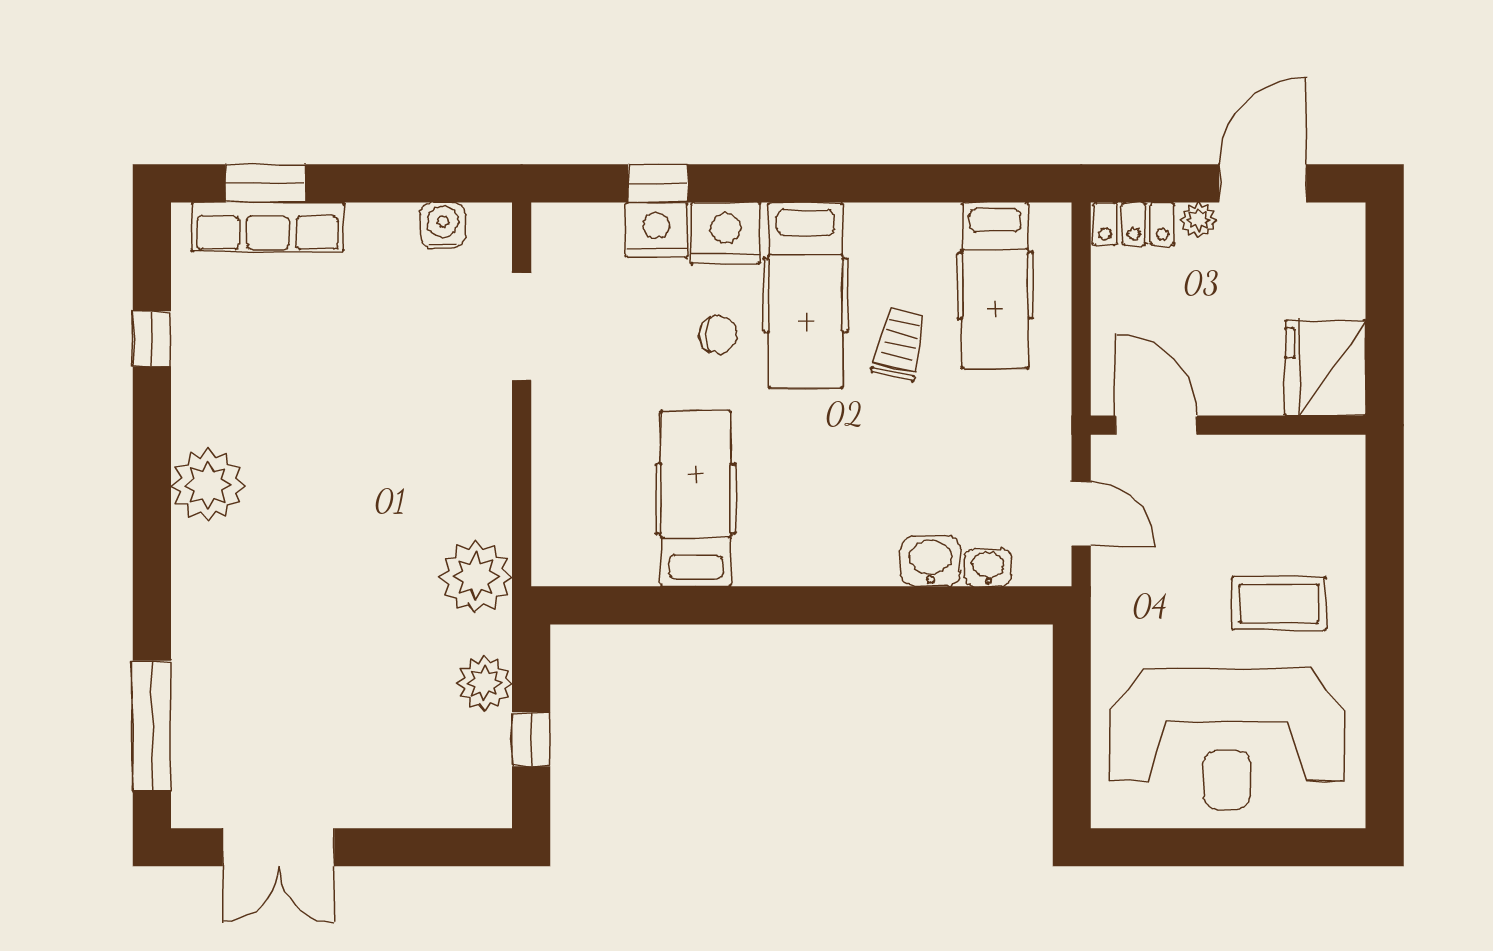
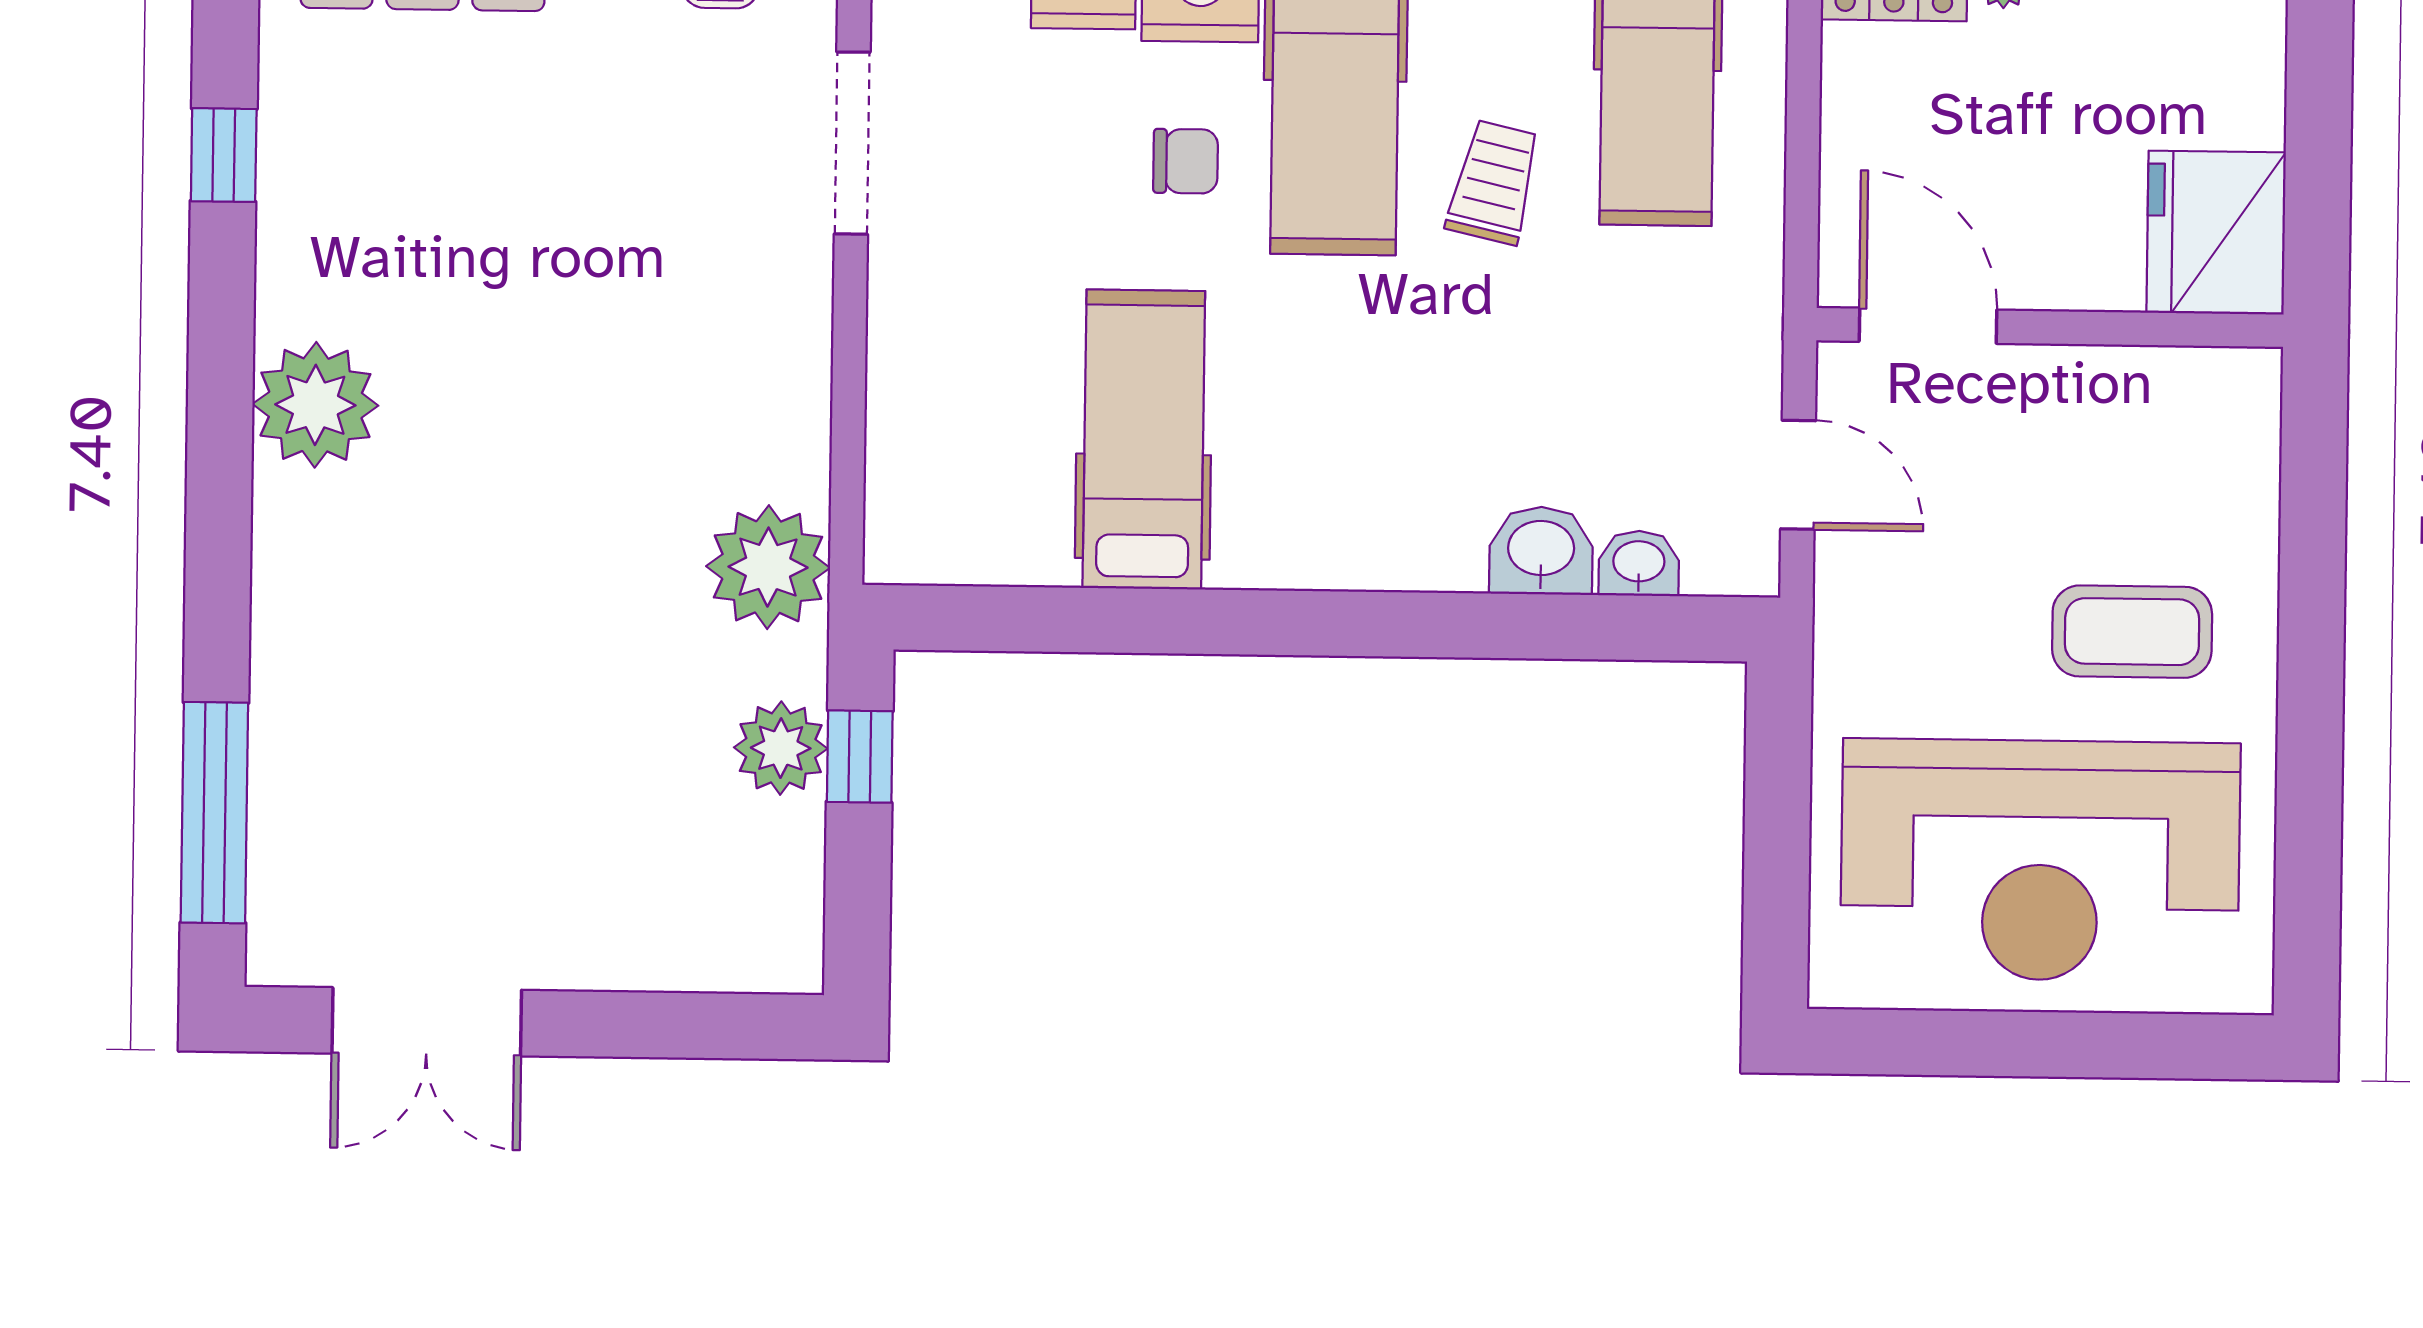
window: (531, 739) -> (860, 757), moved

